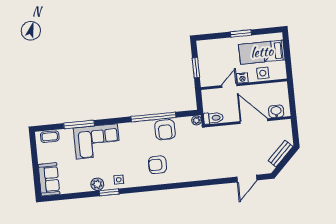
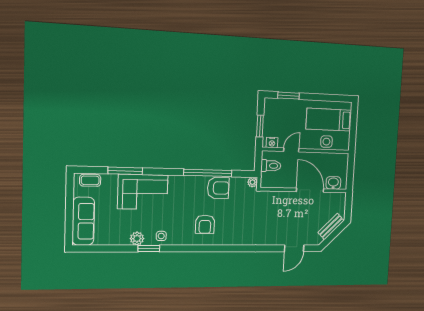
window: (241, 34) -> (288, 96), moved
nightstand: (242, 78) -> (272, 143), moved
toilet: (213, 118) -> (271, 166), moved
armchair: (165, 130) -> (218, 188), turned -90
armchair: (157, 165) -> (205, 224), turned -90
sofa: (49, 179) -> (83, 221), width x1.36

